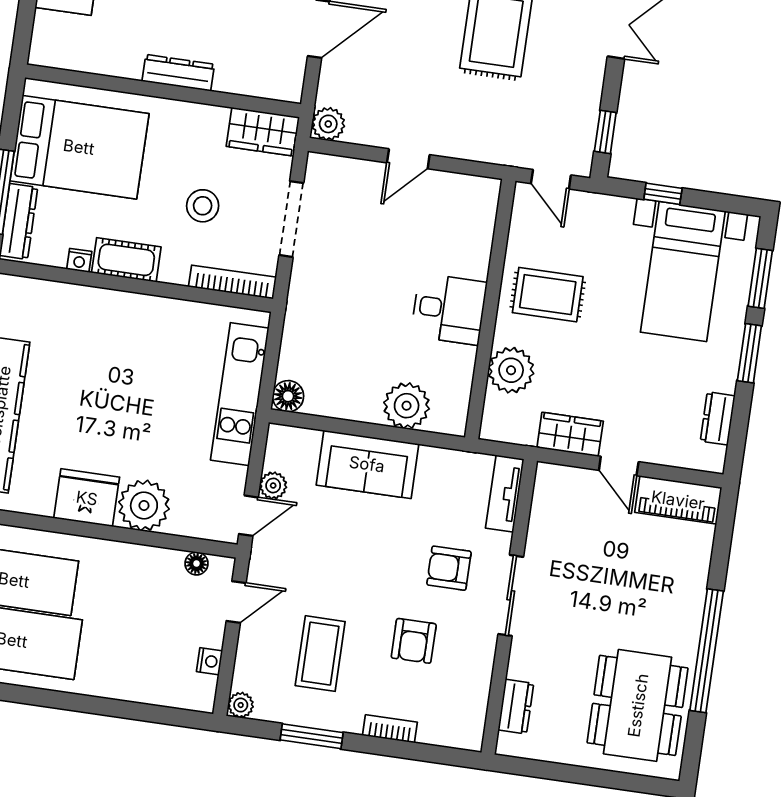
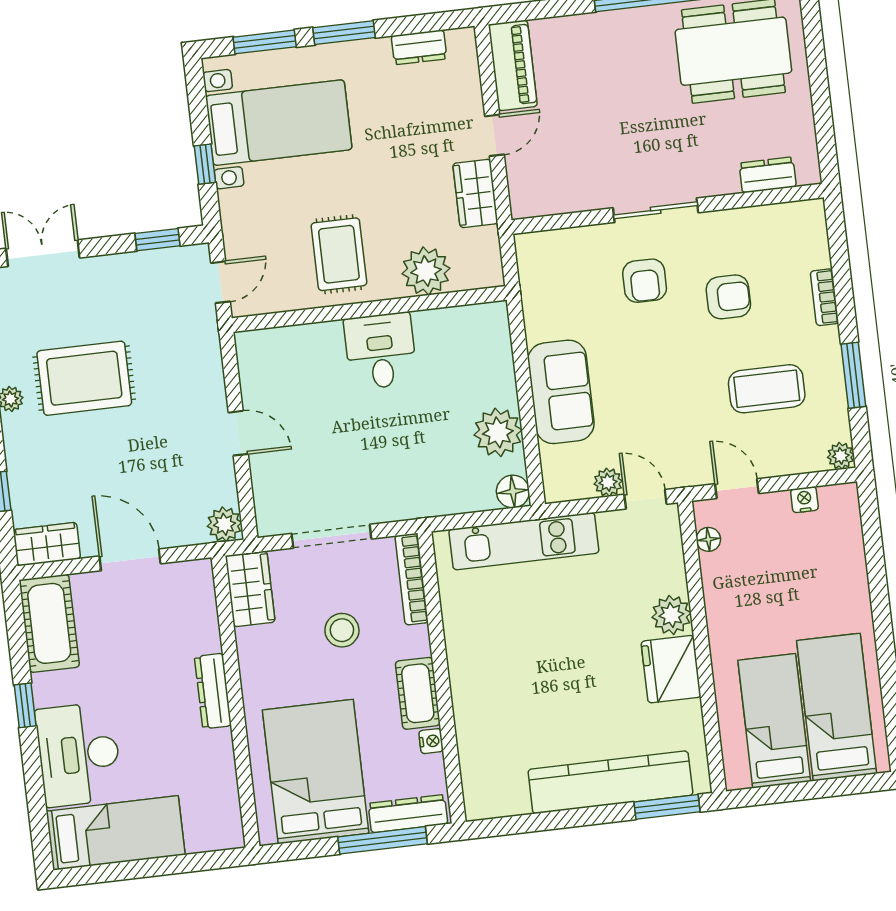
plant: (407, 406) -> (498, 432), moved
tv unit: (505, 494) -> (553, 244), removed
plant: (144, 505) -> (671, 615), width x0.73, depth x0.73

